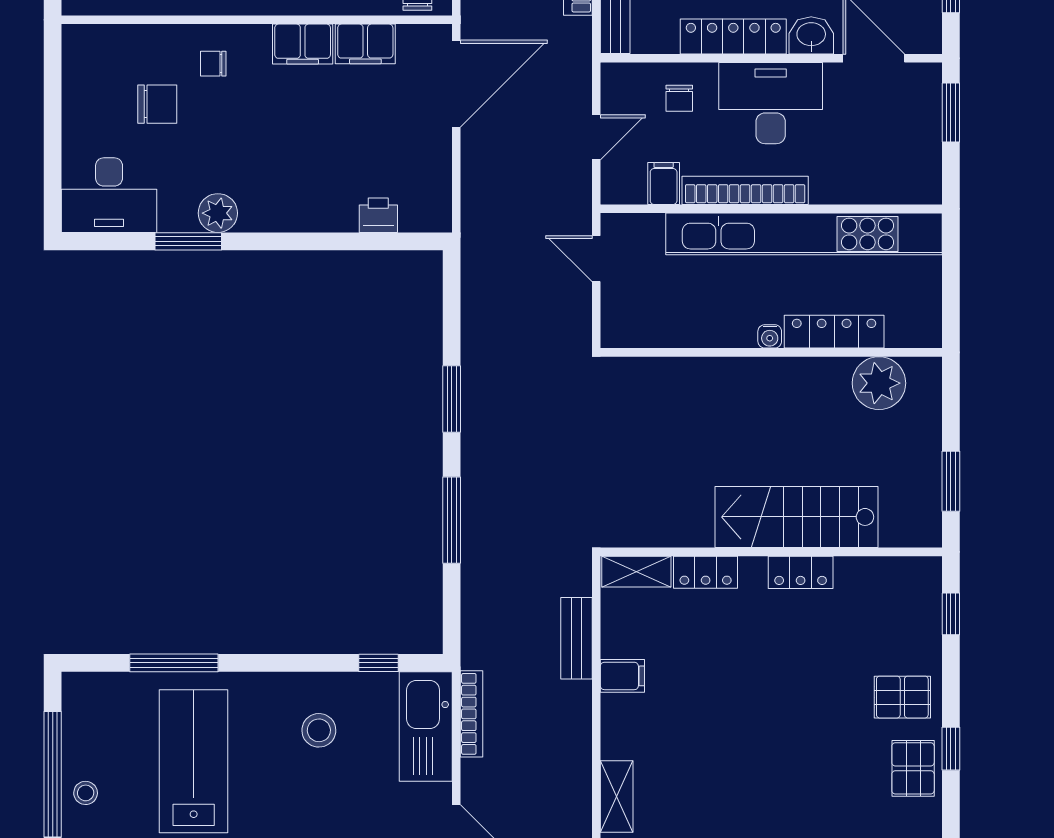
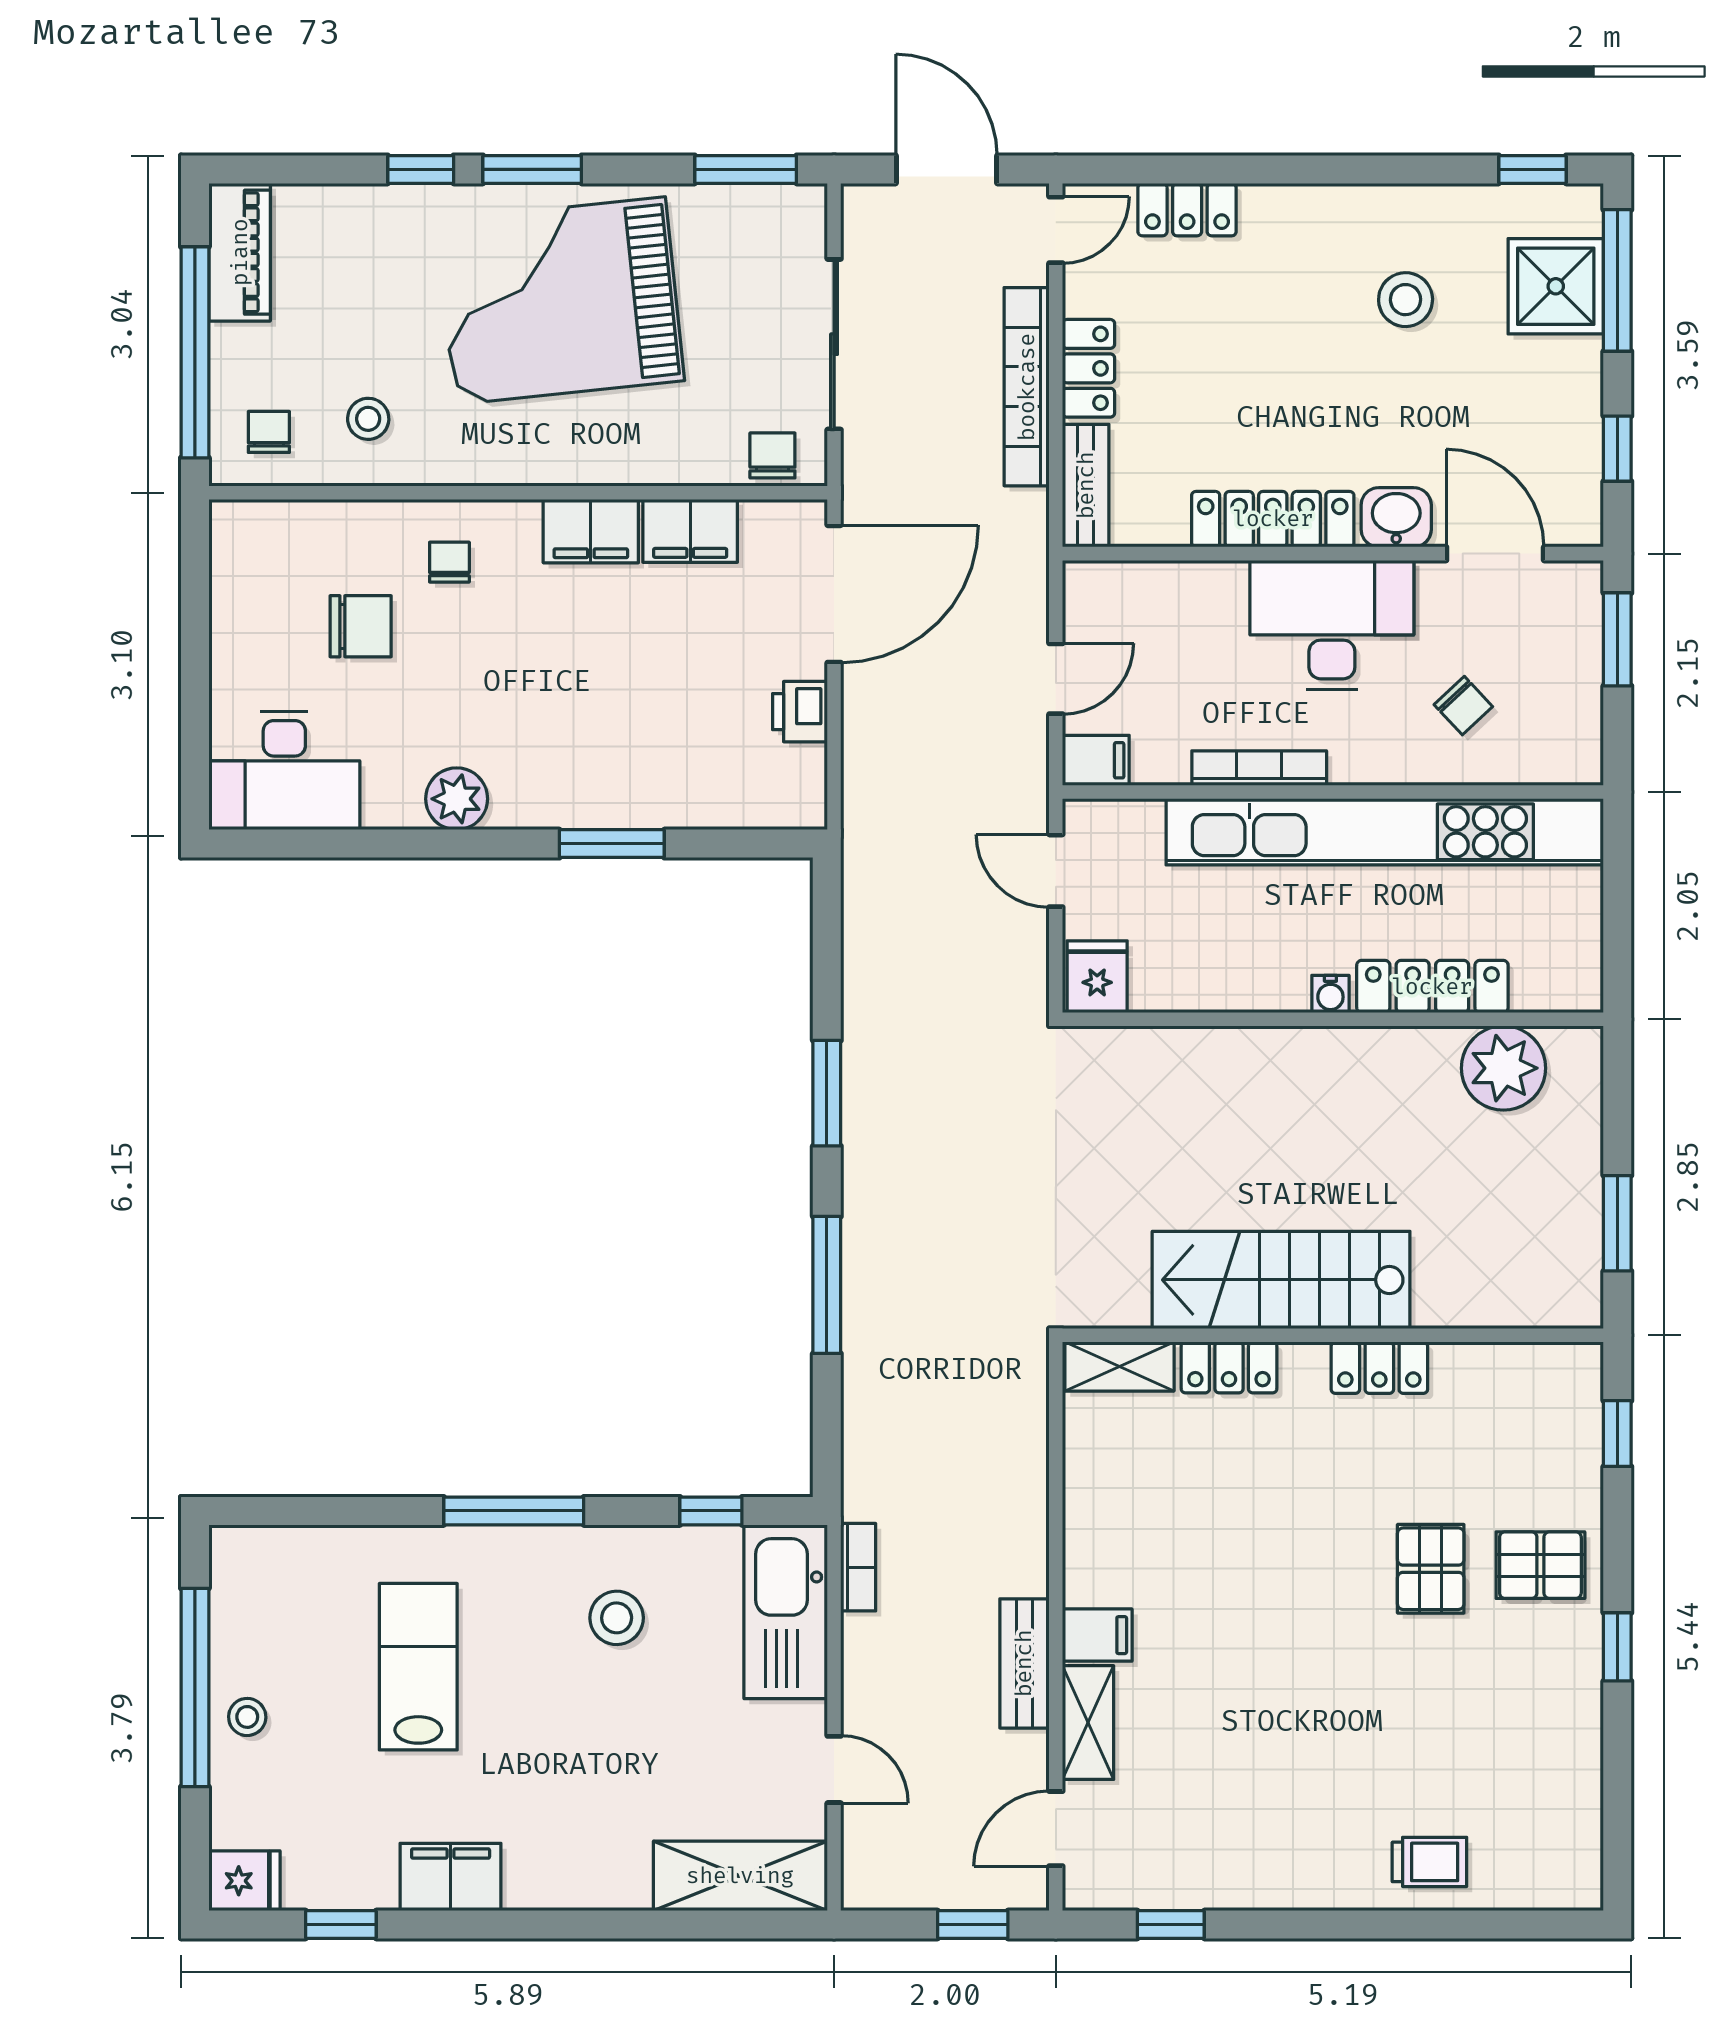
chair: (213, 64) -> (449, 562), turned 90
chair: (679, 98) -> (1463, 706), moved, turned -43
filing cabinet: (664, 184) -> (1096, 760), moved, turned 90
bookcase: (745, 190) -> (1259, 768), width x0.68, depth x0.76
printer: (378, 215) -> (800, 712), moved, turned -90
window: (188, 241) -> (612, 844), moved
fridge: (622, 325) -> (1097, 977), added
stairs: (797, 517) -> (1281, 1280), moved
bench: (576, 638) -> (1024, 1663), moved
window: (174, 663) -> (514, 1511), moved
filing cabinet: (622, 676) -> (1097, 1635), moved
bookcase: (471, 714) -> (858, 1567), width x0.64
lab bench: (194, 761) -> (418, 1667), width x0.73, depth x0.72
pallet: (913, 768) -> (1431, 1569), moved

